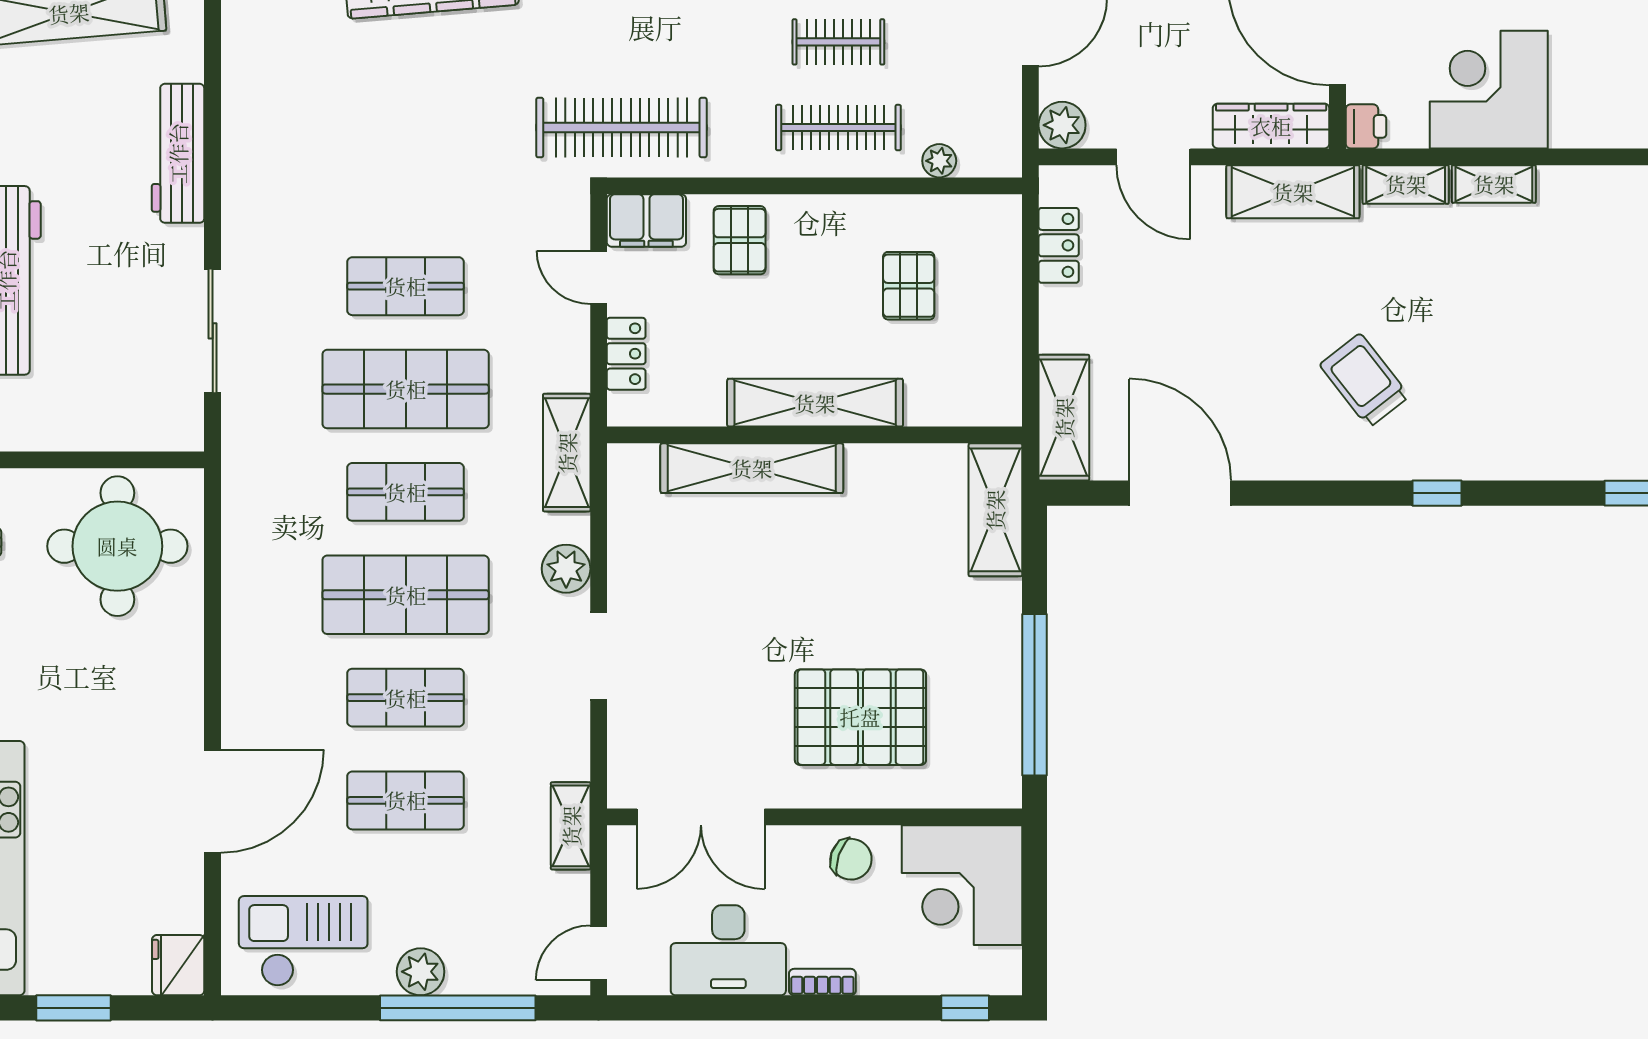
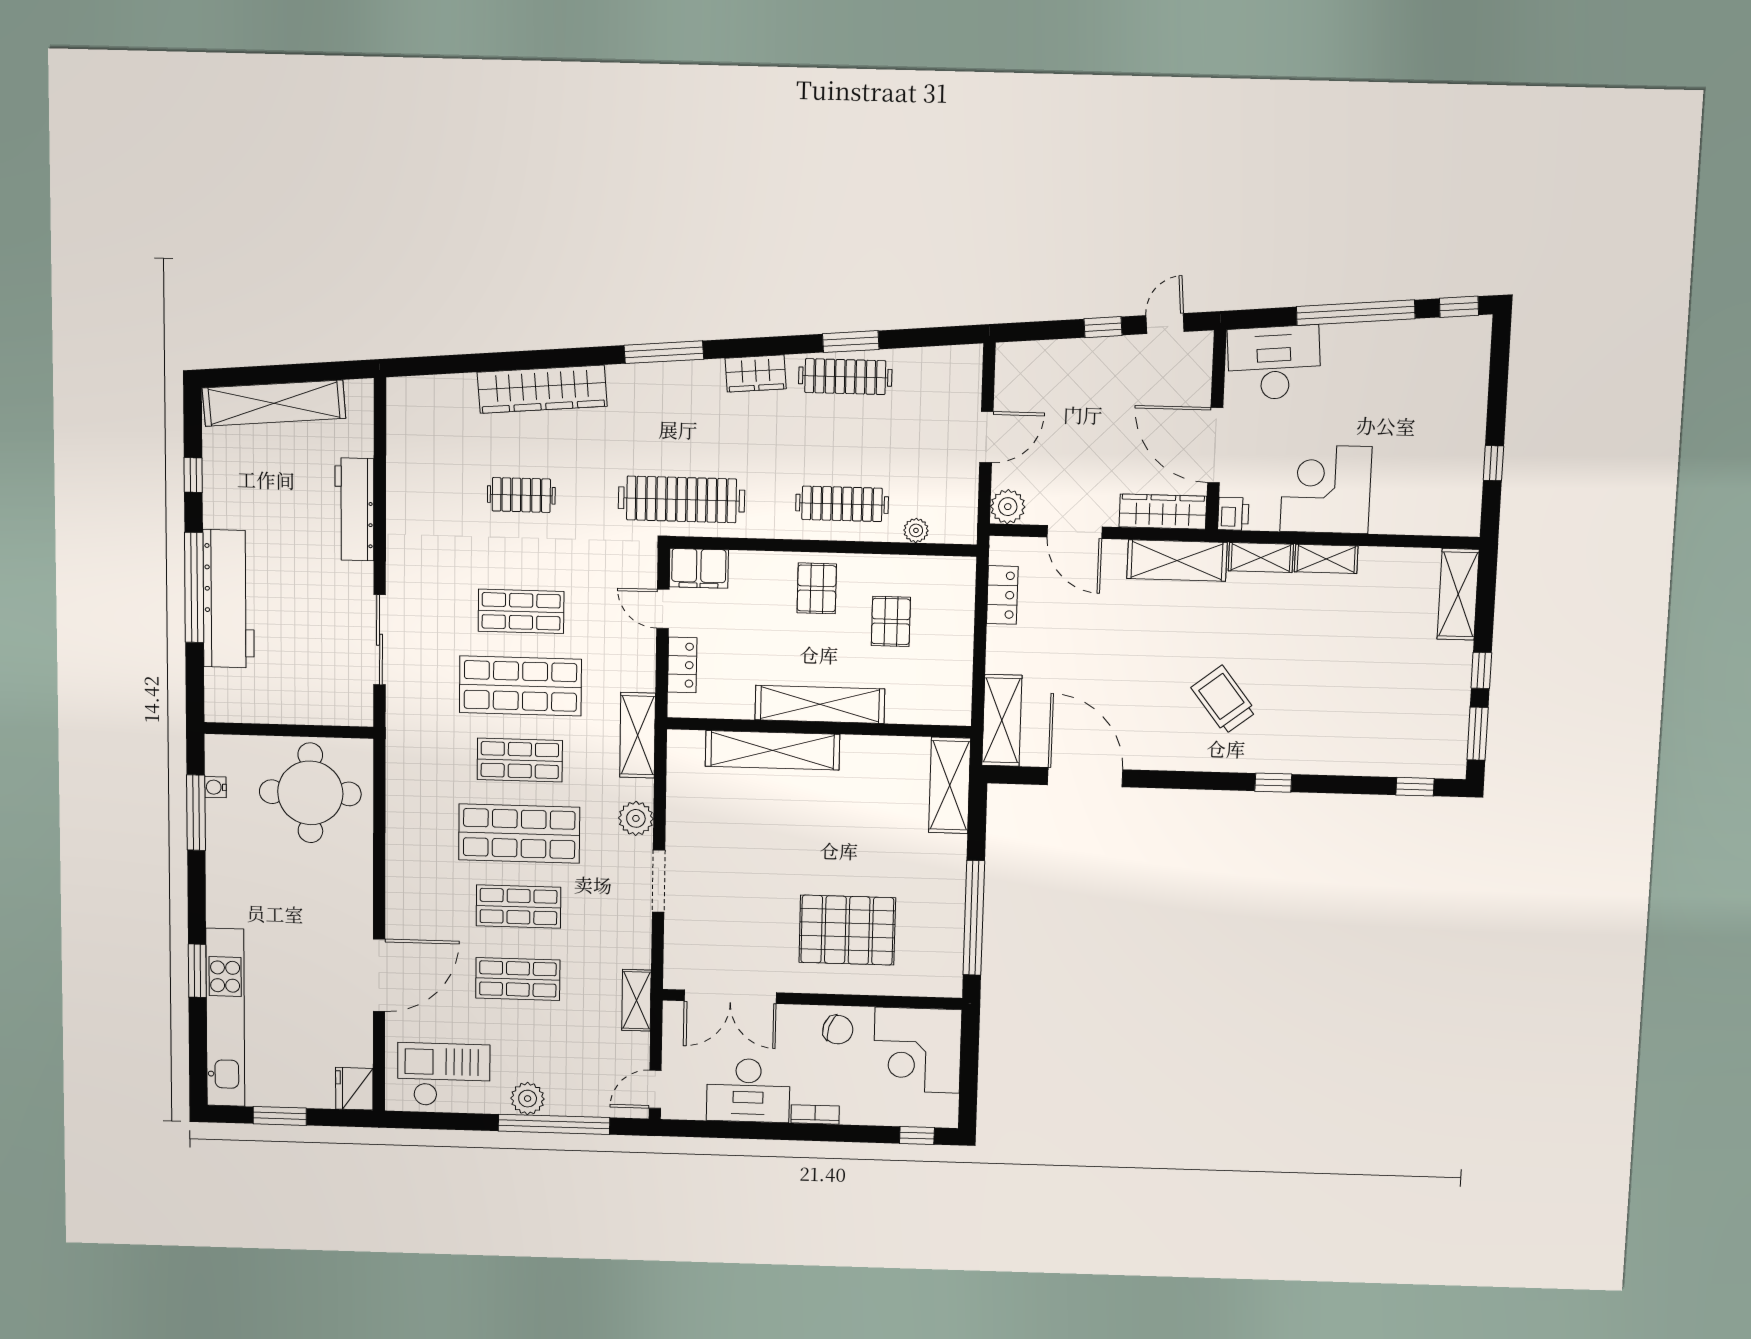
clothes rail: (838, 42) -> (521, 495), moved
pallet: (740, 240) -> (817, 588), moved

